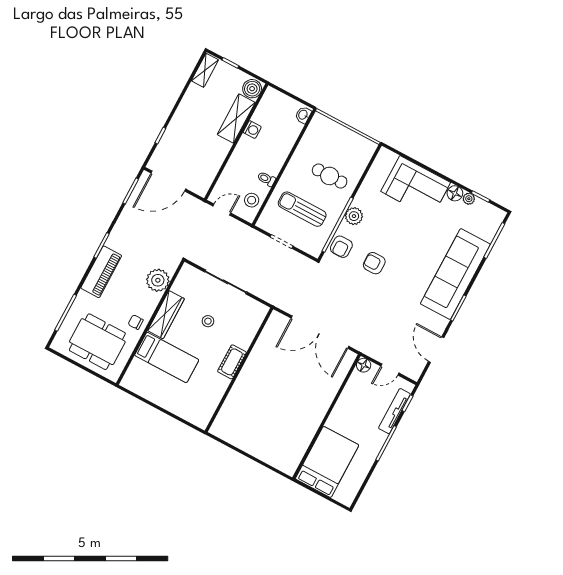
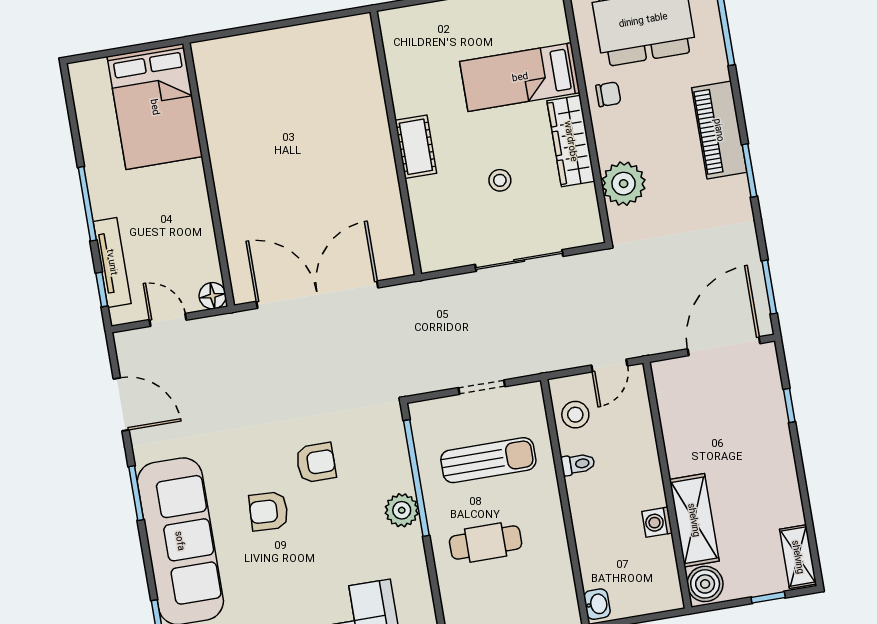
armchair: (341, 247) -> (269, 511), moved, turned -87
door: (390, 370) -> (168, 320), hinge flipped

